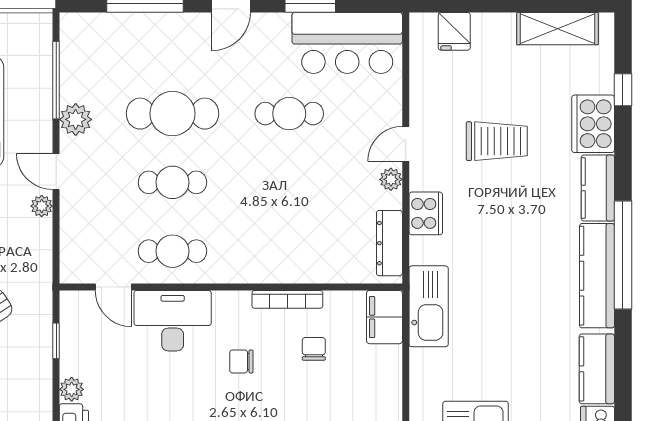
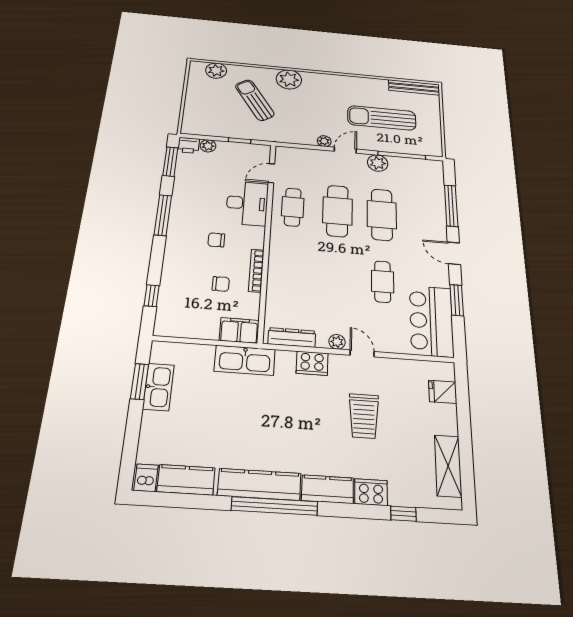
cooker: (593, 124) -> (371, 492), width x0.73, depth x0.76
cafe table: (172, 182) -> (337, 211), width x1.37, depth x1.35
chair: (241, 361) -> (216, 240), turned -90

